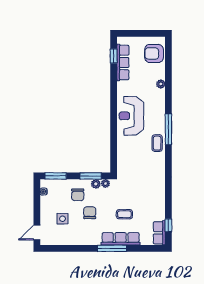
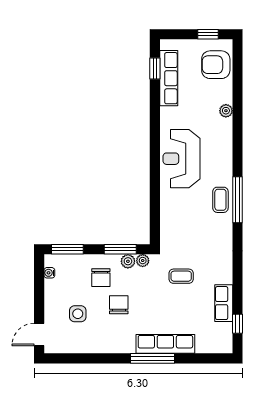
window: (149, 33) -> (208, 34), added
window: (168, 129) -> (237, 200), moved
coffee table: (124, 214) -> (181, 276), moved
row of seats: (159, 233) -> (224, 303), moved

